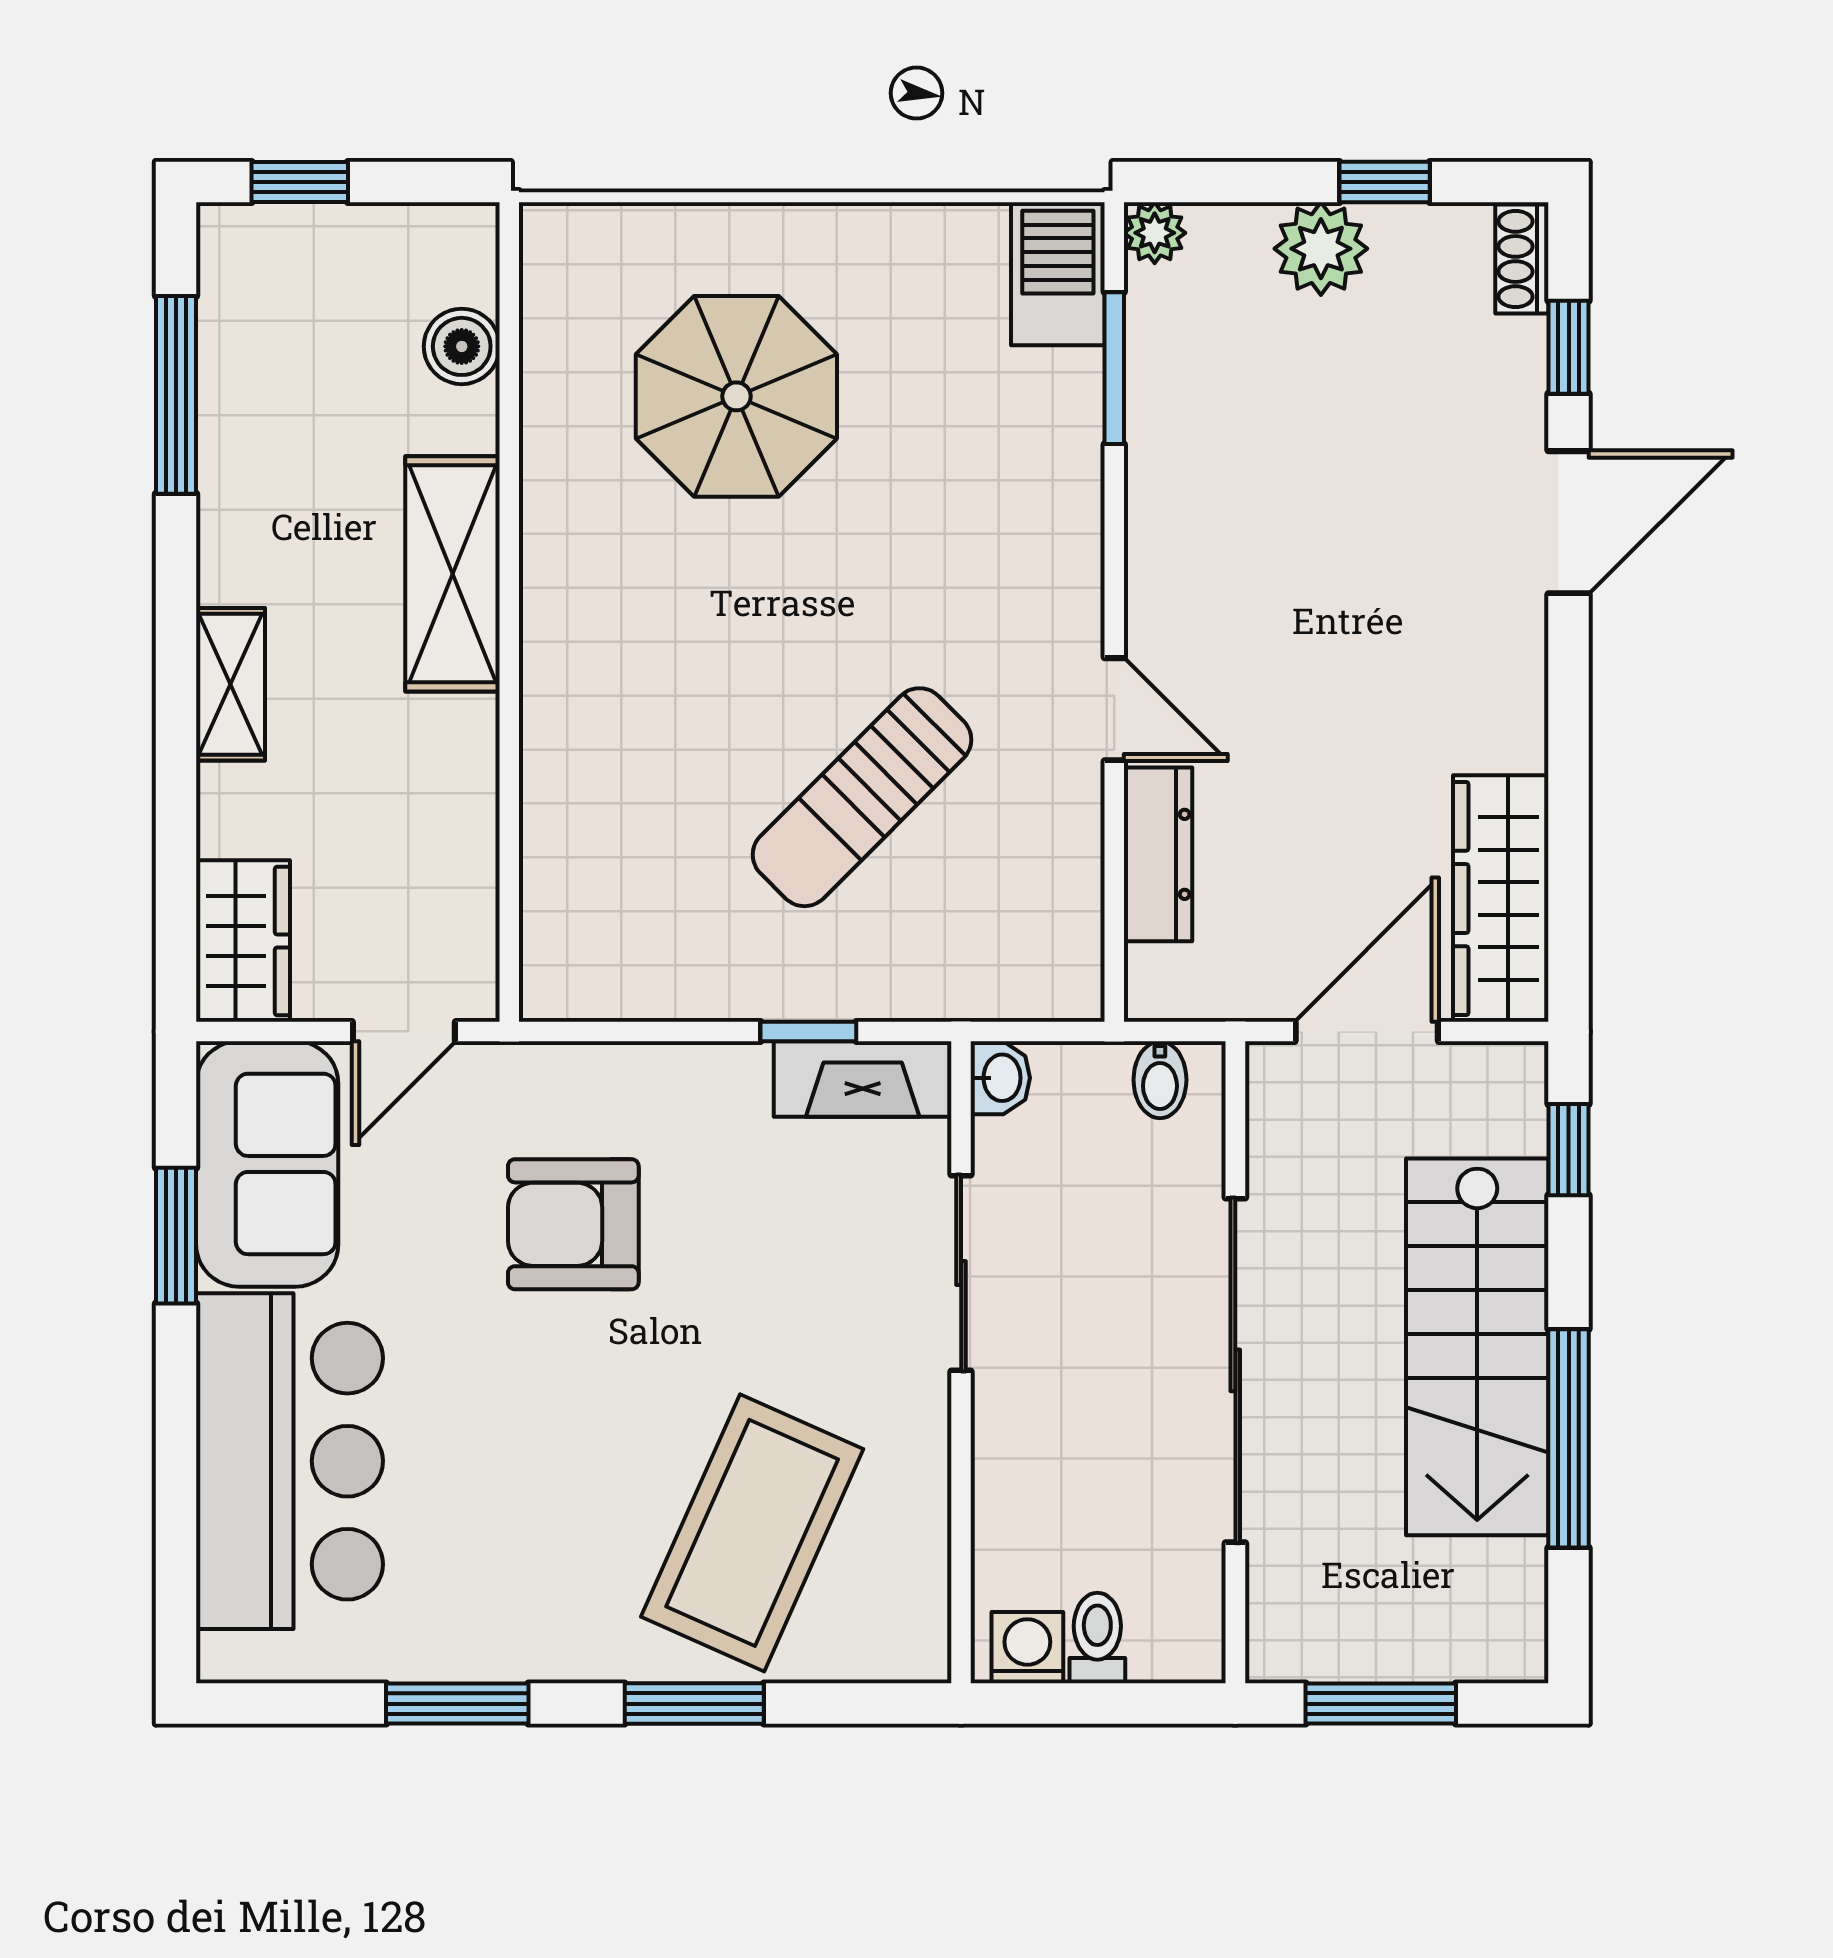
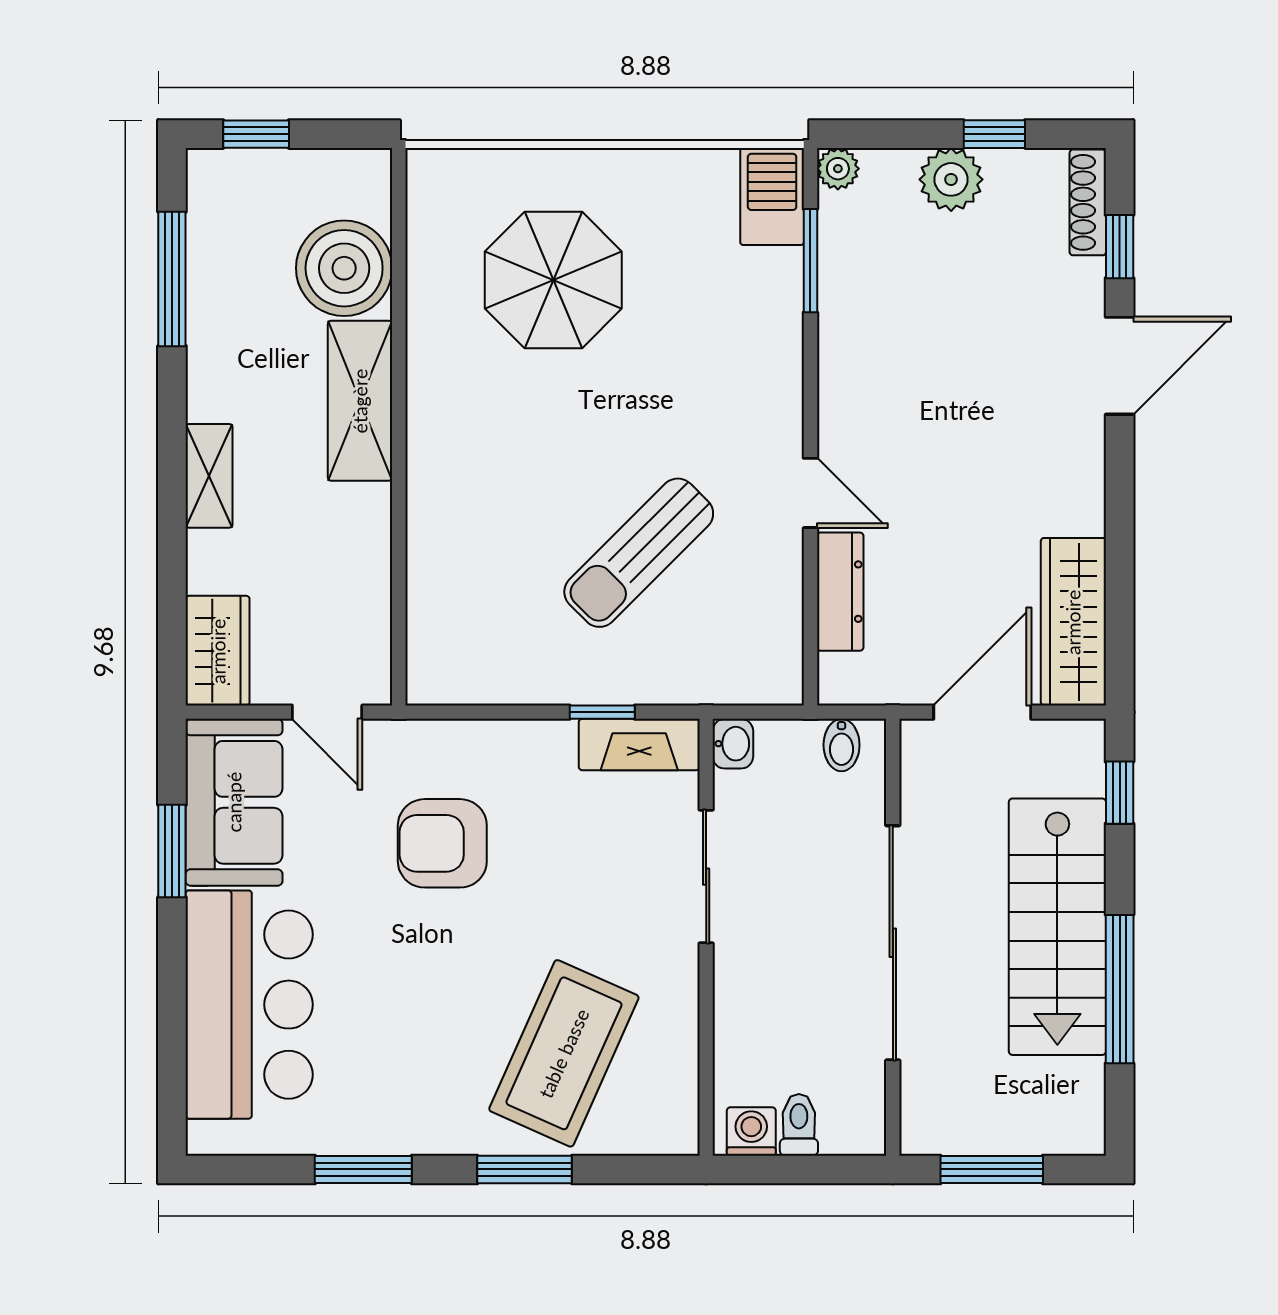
shoe rack: (1522, 259) -> (1088, 202), width x1.43
boiler: (462, 346) -> (344, 268), width x1.86, depth x1.86
door: (404, 1031) -> (327, 712), hinge flipped

